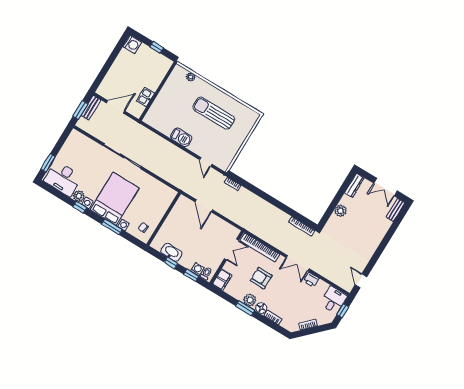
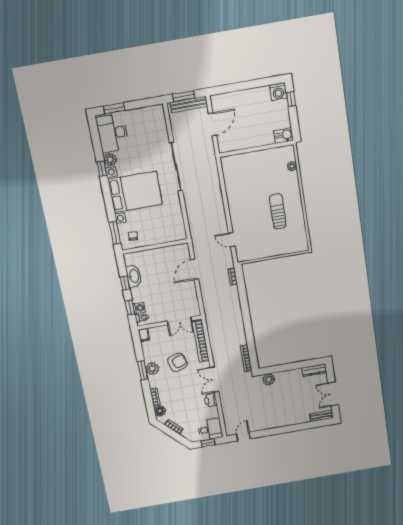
window: (157, 47) -> (291, 99), moved
kitchen sink: (145, 97) -> (283, 136), moved
door: (116, 107) -> (212, 124), hinge flipped
bench: (91, 108) -> (189, 104), width x1.36
sun lounger: (214, 113) -> (278, 211), width x0.73, depth x0.75
barbecue: (181, 137) -> (235, 202), removed
door: (206, 162) -> (232, 240), hinge flipped
plant: (341, 211) -> (269, 379), moved
window: (112, 227) -> (115, 233), moved
armchair: (261, 278) -> (177, 362), turned 72
filing cabinet: (222, 280) -> (144, 335), width x0.50
floor lamp: (261, 308) -> (160, 411), moved

